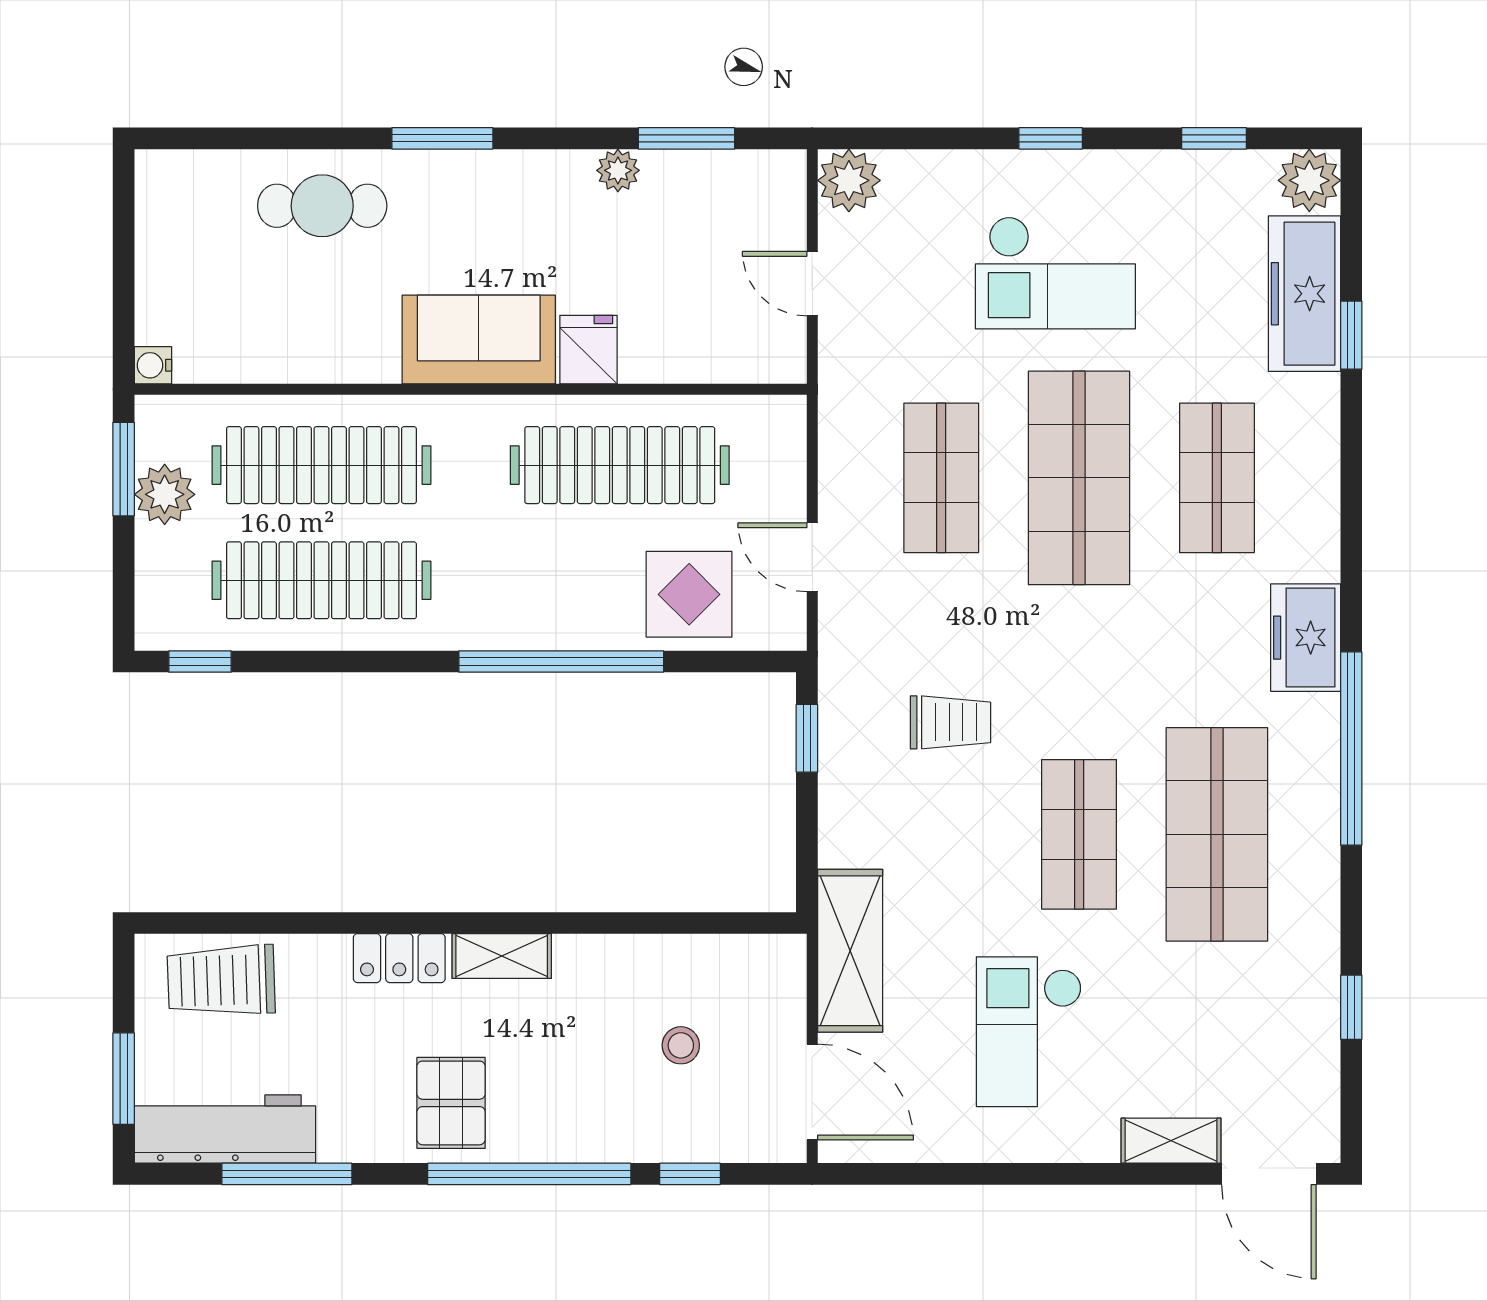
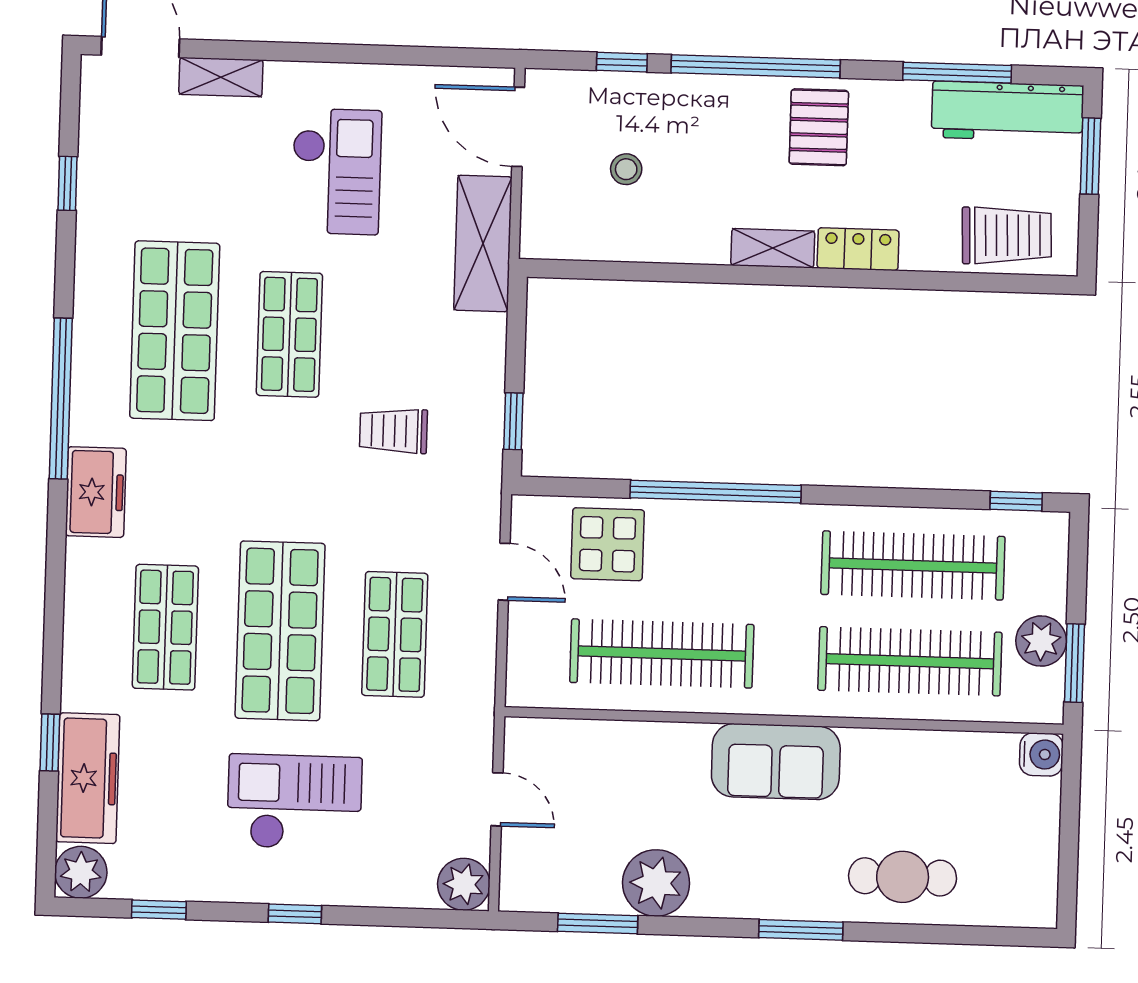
plant: (618, 170) -> (656, 883), width x1.88, depth x1.88
fridge: (588, 350) -> (685, 750), removed
water cooler: (153, 365) -> (1041, 754), width x1.38, depth x1.38

